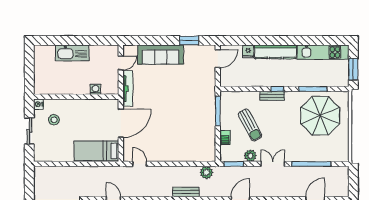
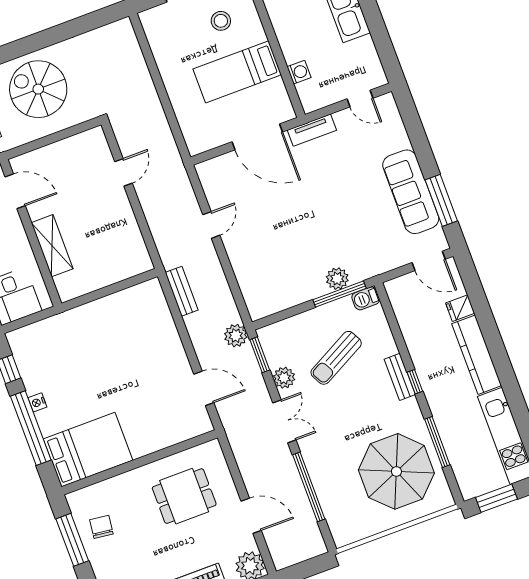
window: (189, 40) -> (441, 200), width x1.44
sofa: (161, 55) -> (411, 192), moved
tv unit: (128, 89) -> (312, 130), width x0.71
plant: (209, 109) -> (337, 279), added
barbecue: (225, 138) -> (366, 298), moved
bed: (96, 151) -> (237, 72), moved, turned -90
door: (140, 164) -> (211, 225), moved
plant: (206, 172) -> (236, 336), moved

